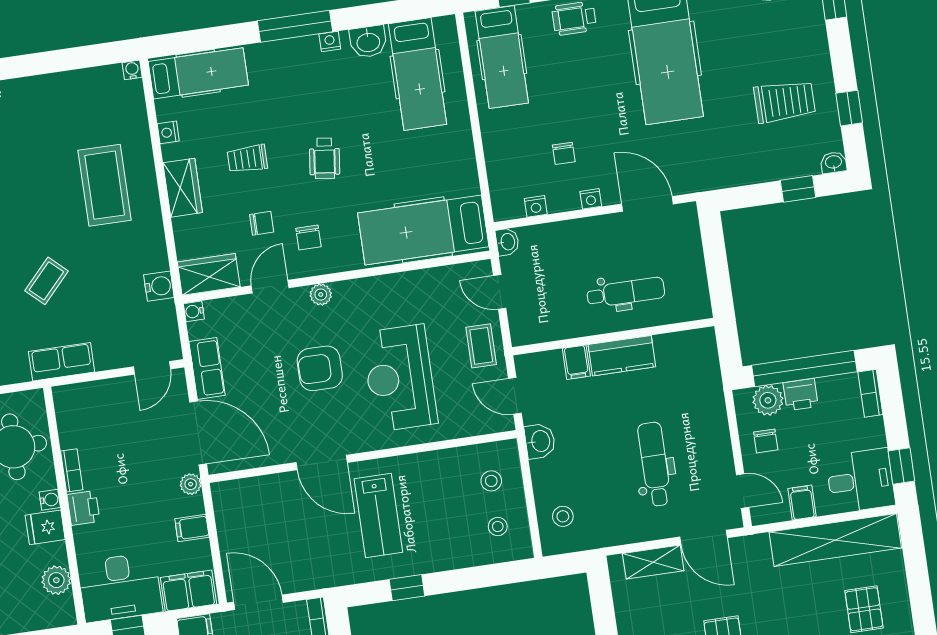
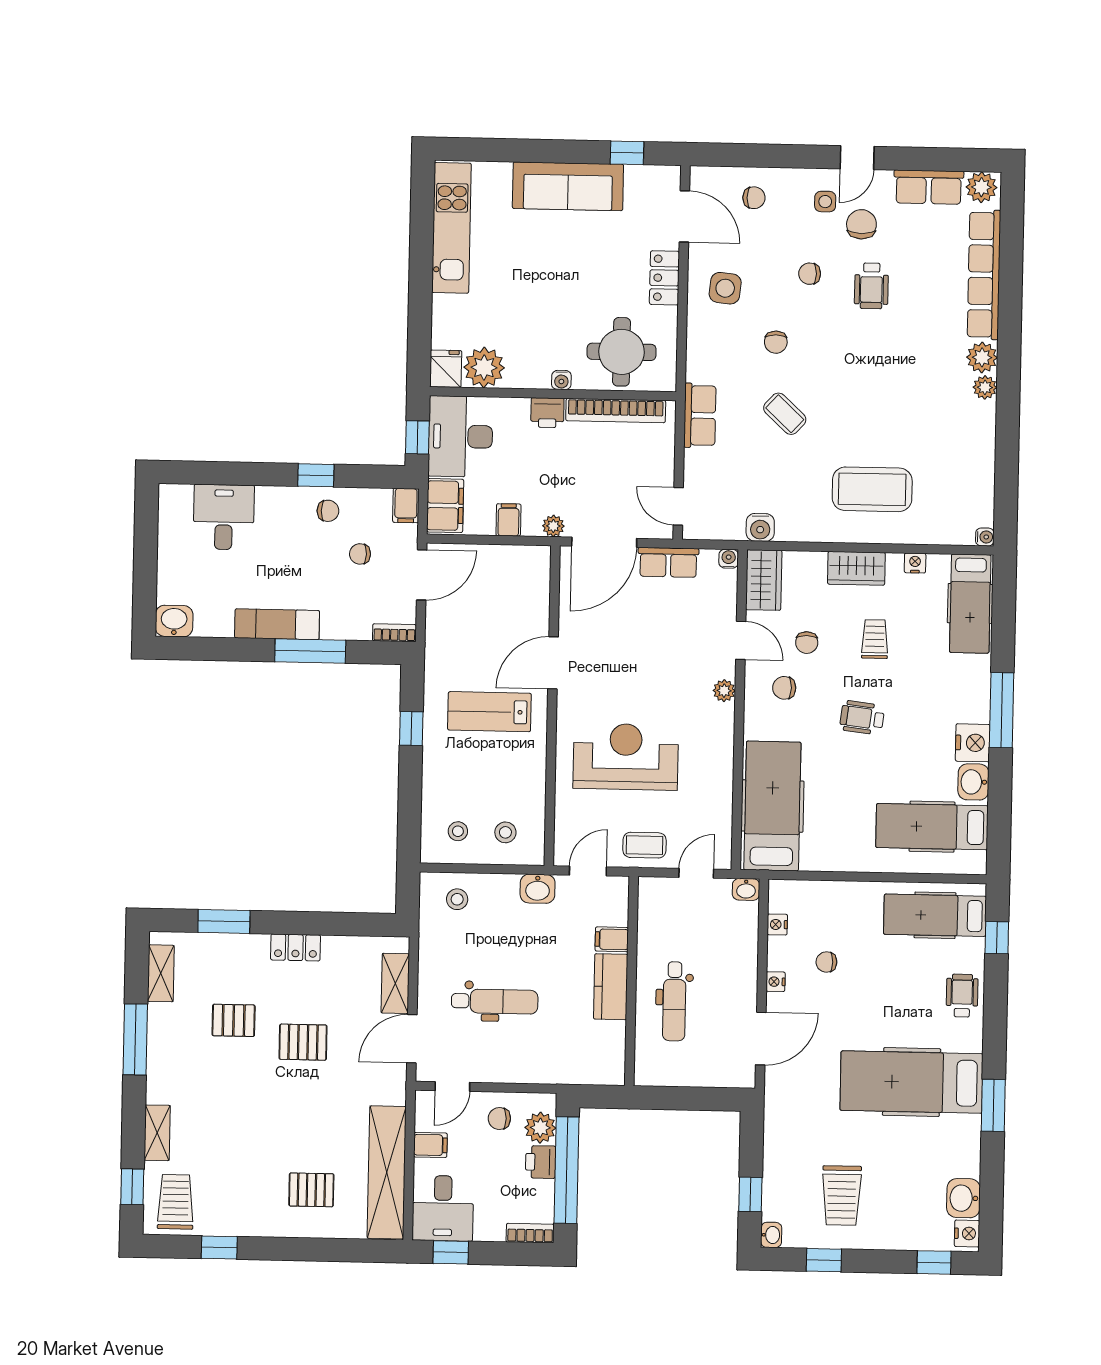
nightstand: (330, 41) -> (973, 743), width x1.89, depth x1.79
armchair: (320, 368) -> (649, 677), removed
bookcase: (72, 470) -> (616, 411), width x2.31, depth x1.31
fridge: (45, 527) -> (446, 369), moved
plant: (56, 580) -> (484, 367), width x1.36, depth x1.36

